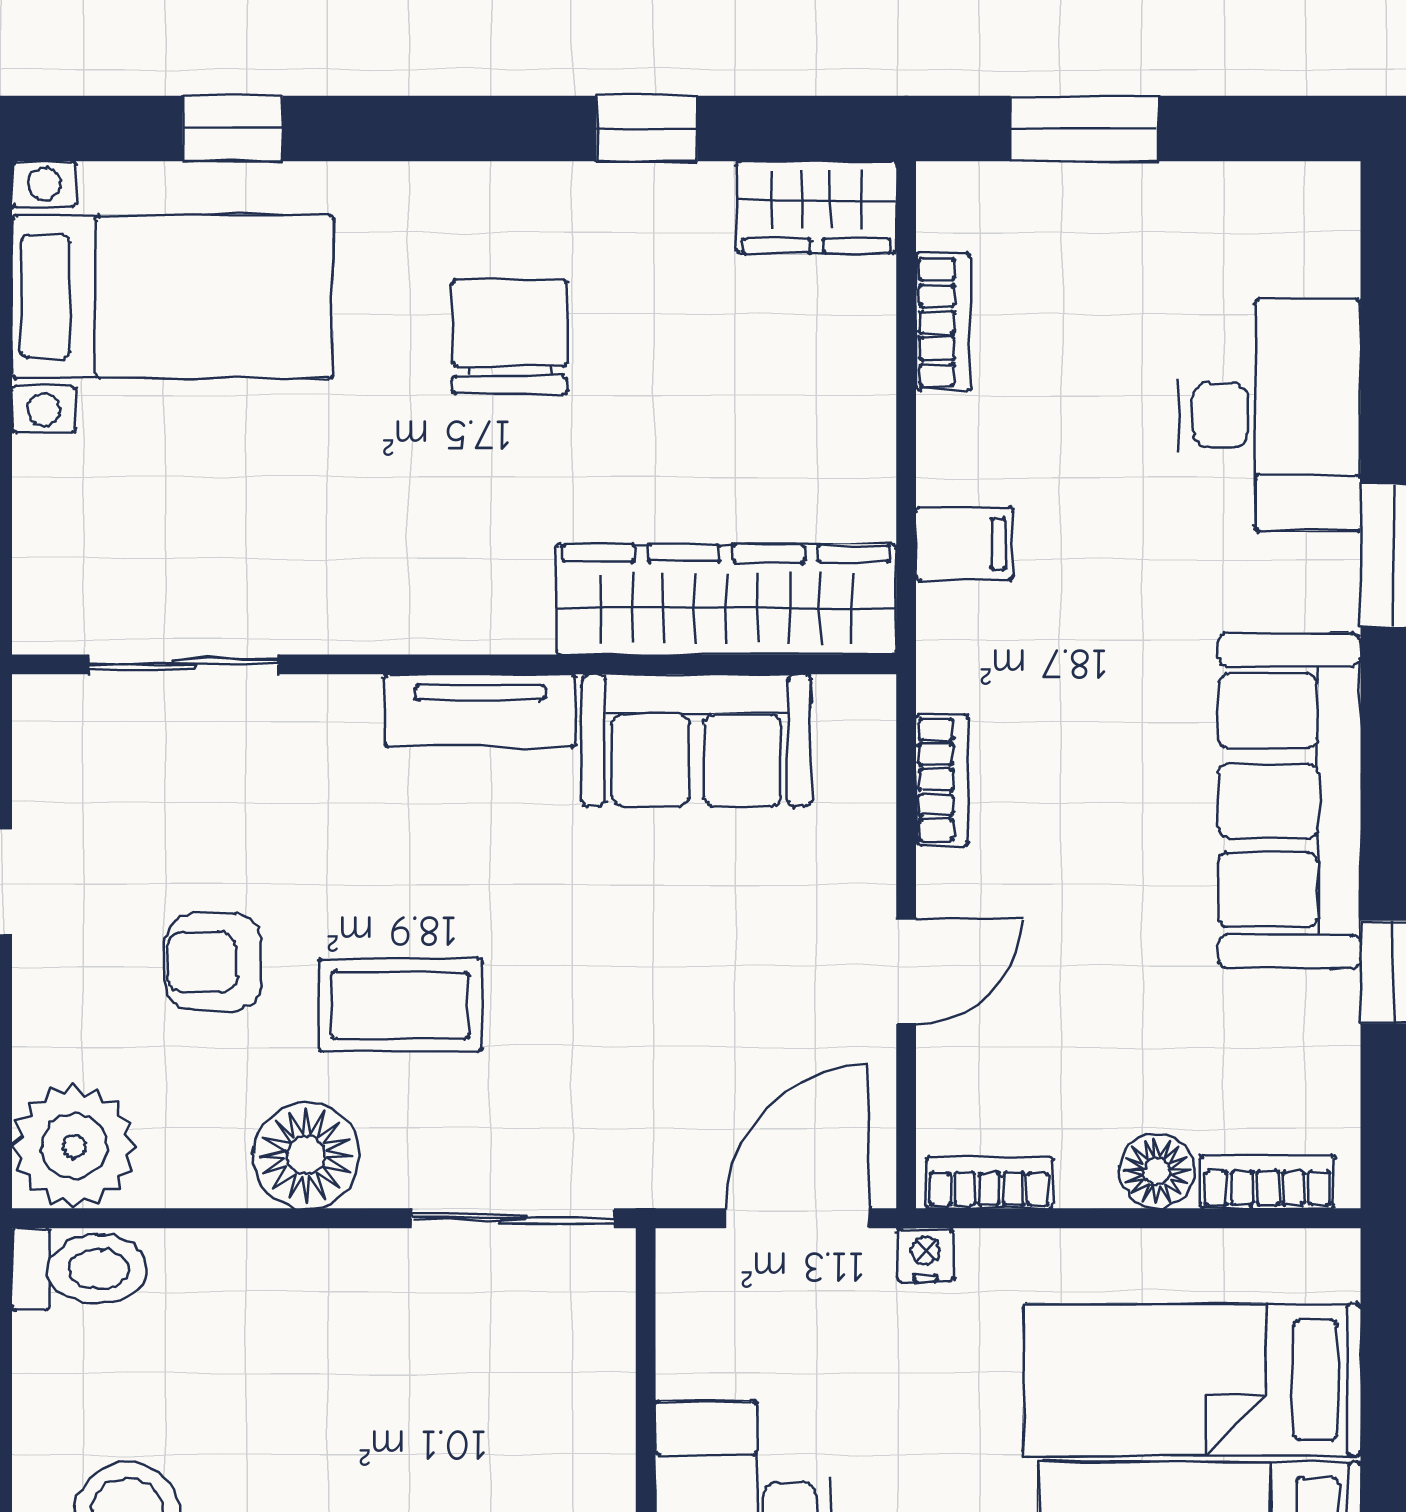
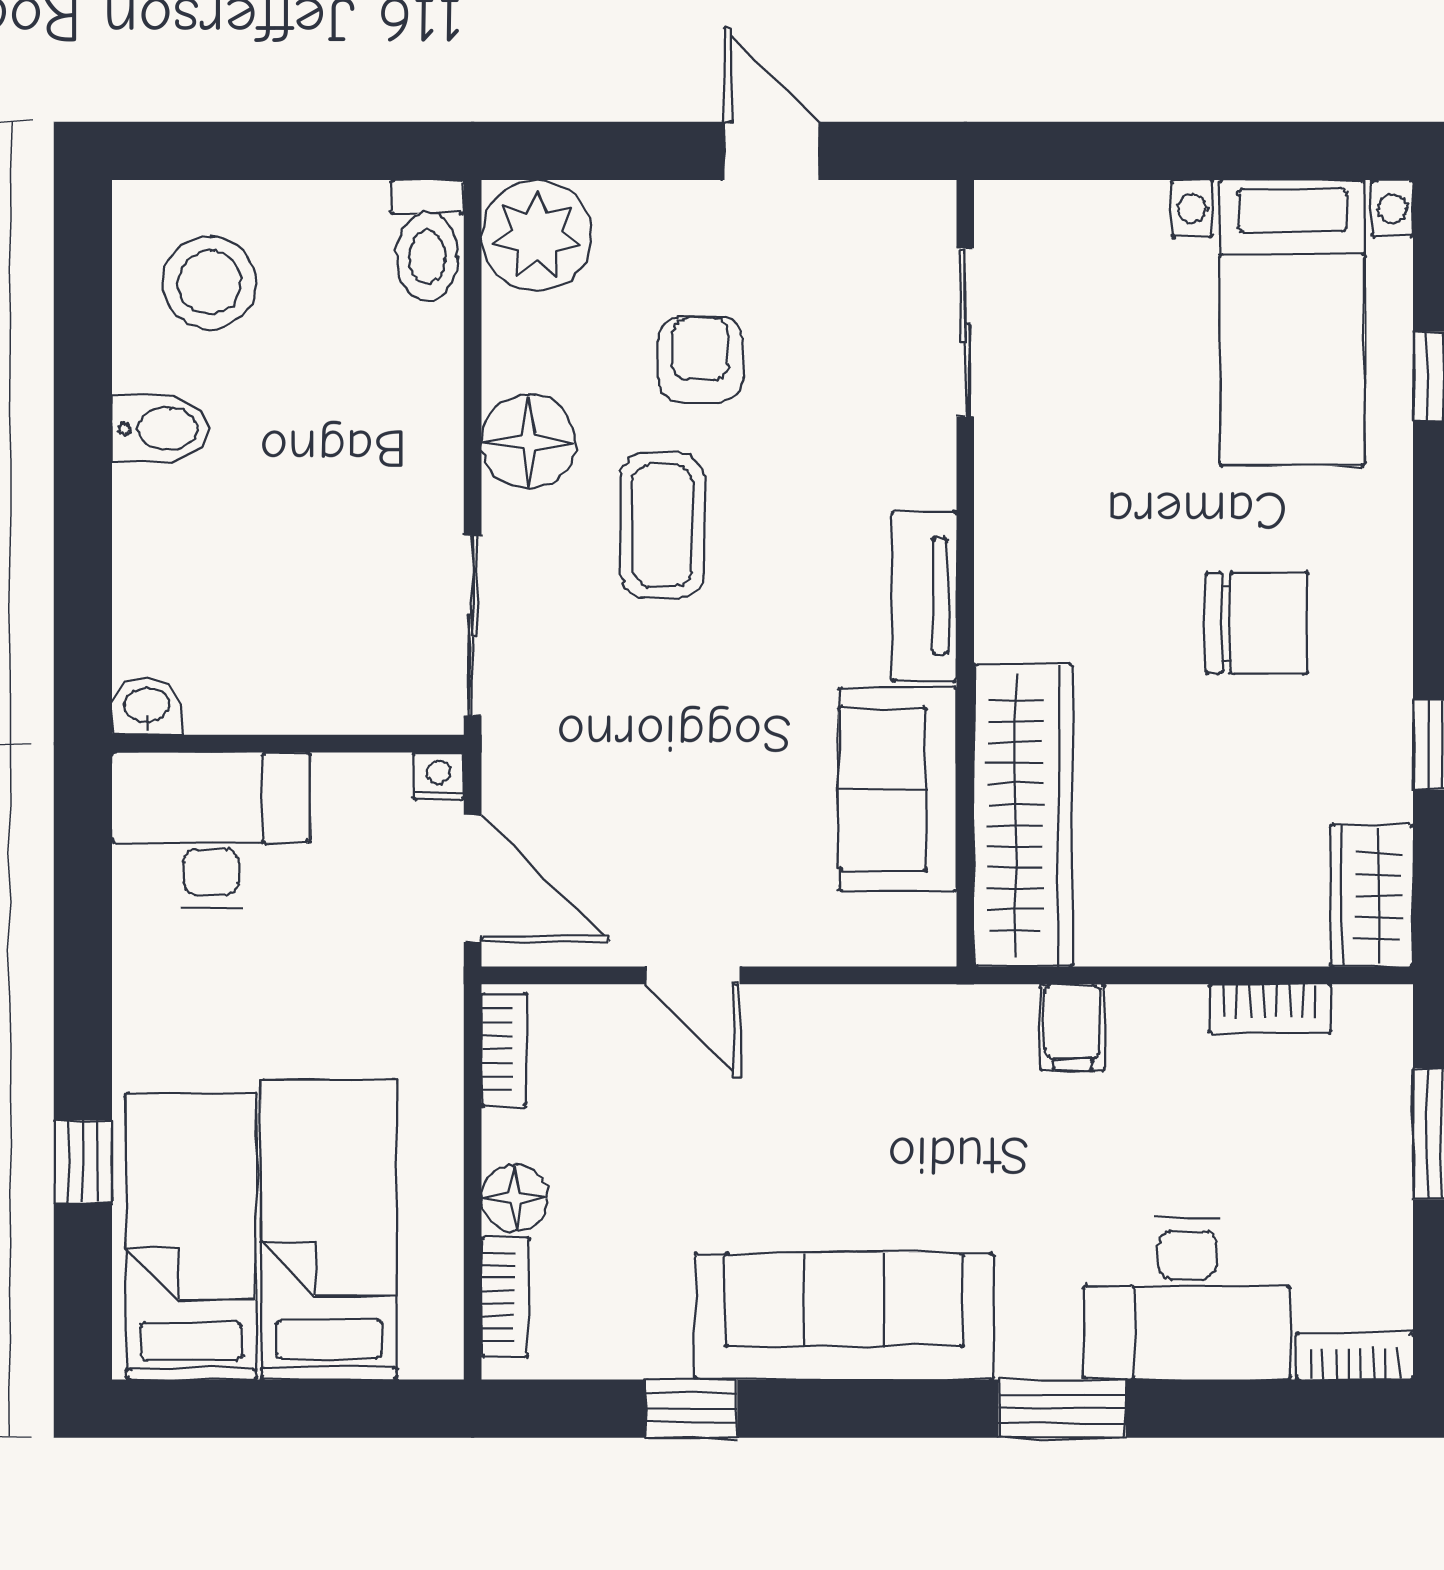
bookcase: (942, 780) -> (1355, 1356), moved, turned 180
nightstand: (925, 1255) -> (439, 776), moved, turned -90

